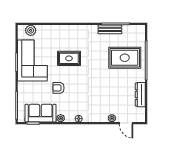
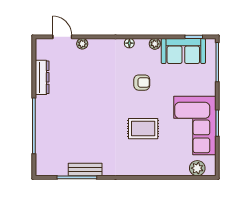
rug: (125, 58) -> (64, 129), removed
armchair: (59, 88) -> (142, 83), moved

